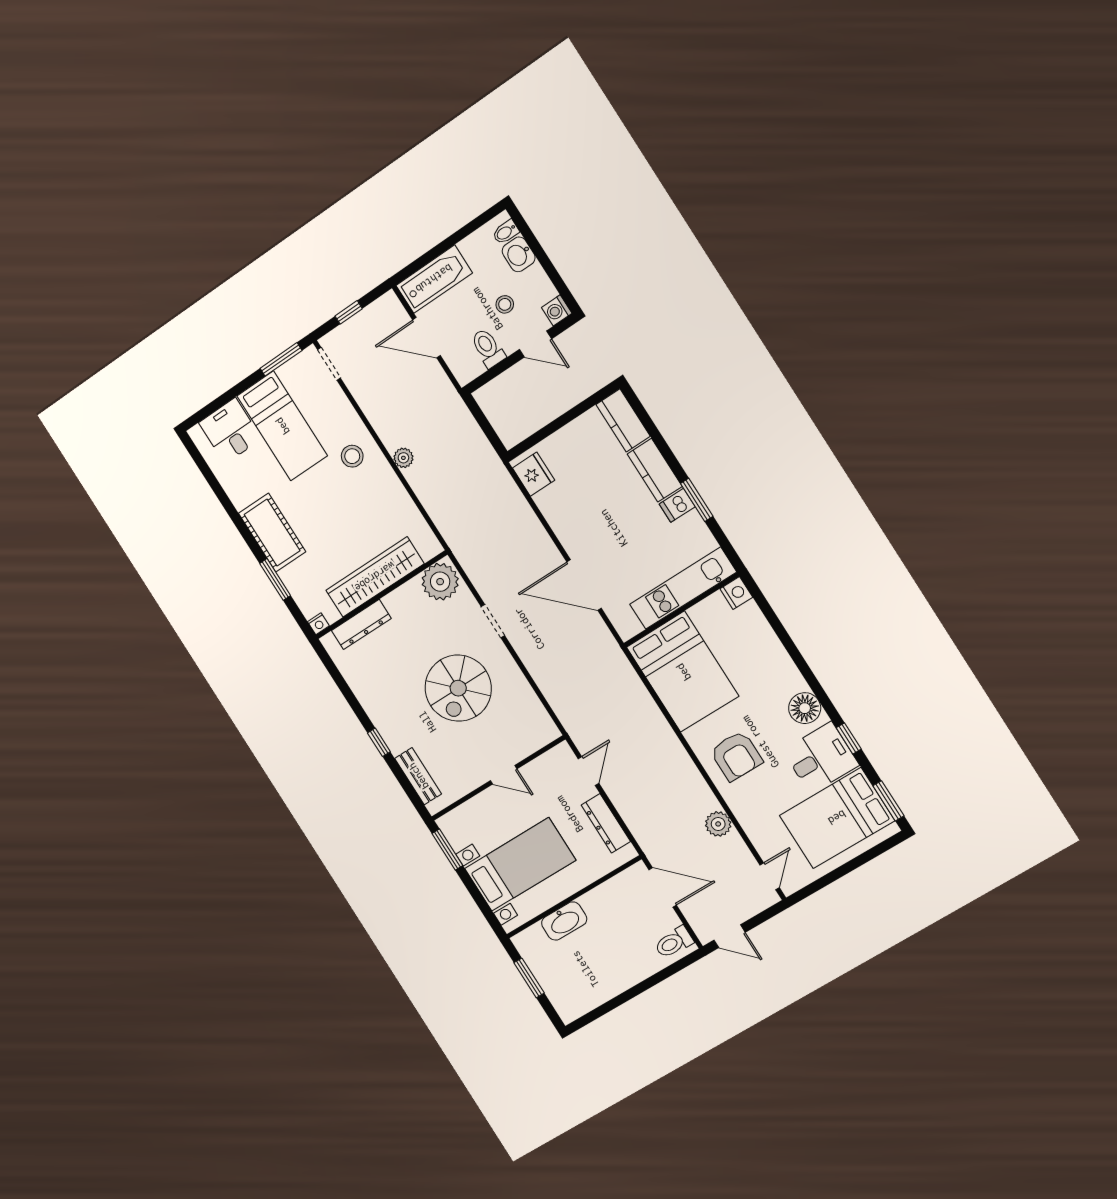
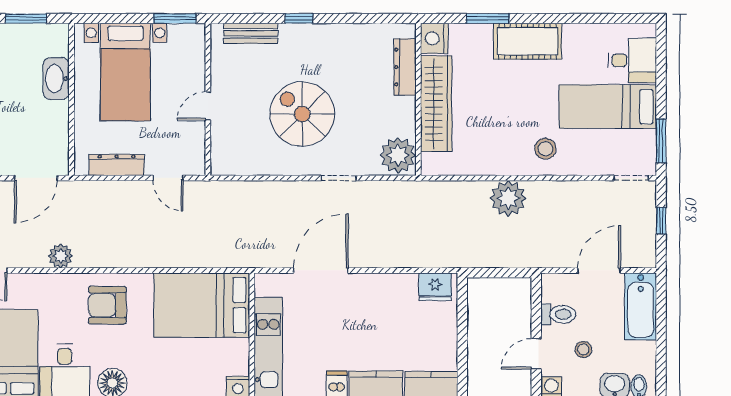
plant: (403, 458) -> (508, 198), width x1.88, depth x1.88
nightstand: (318, 624) -> (434, 38), width x1.89, depth x1.79

